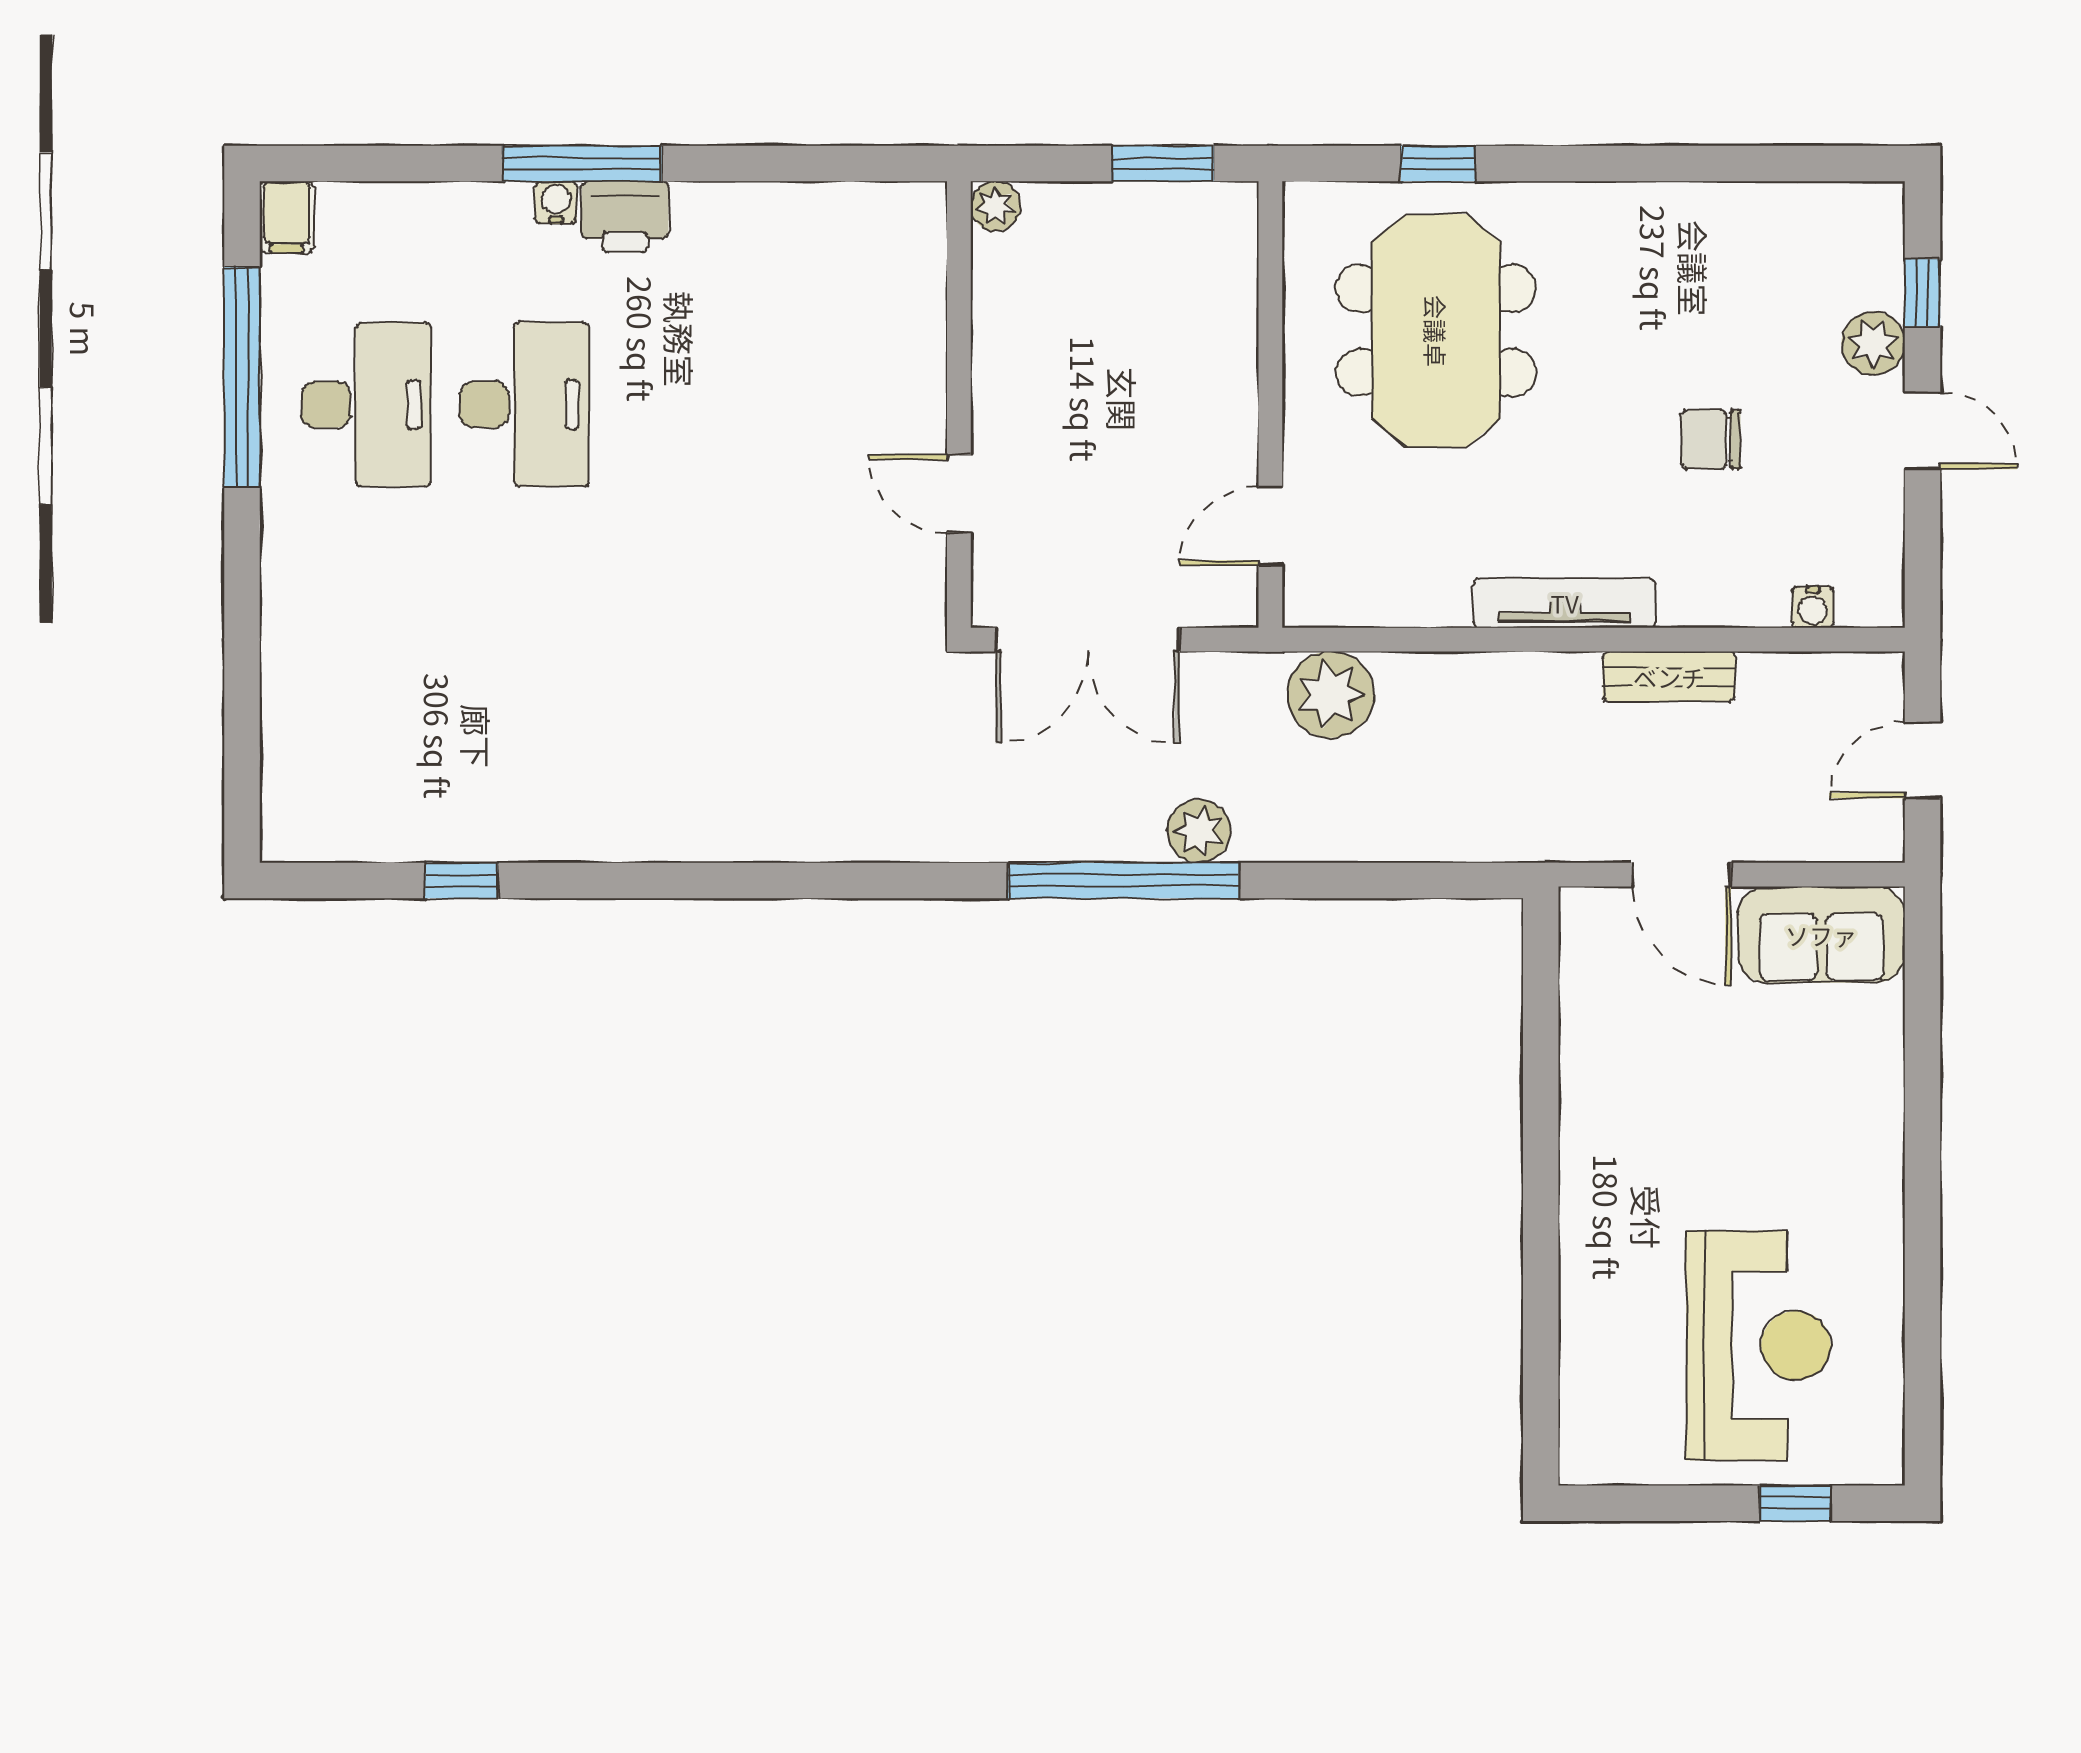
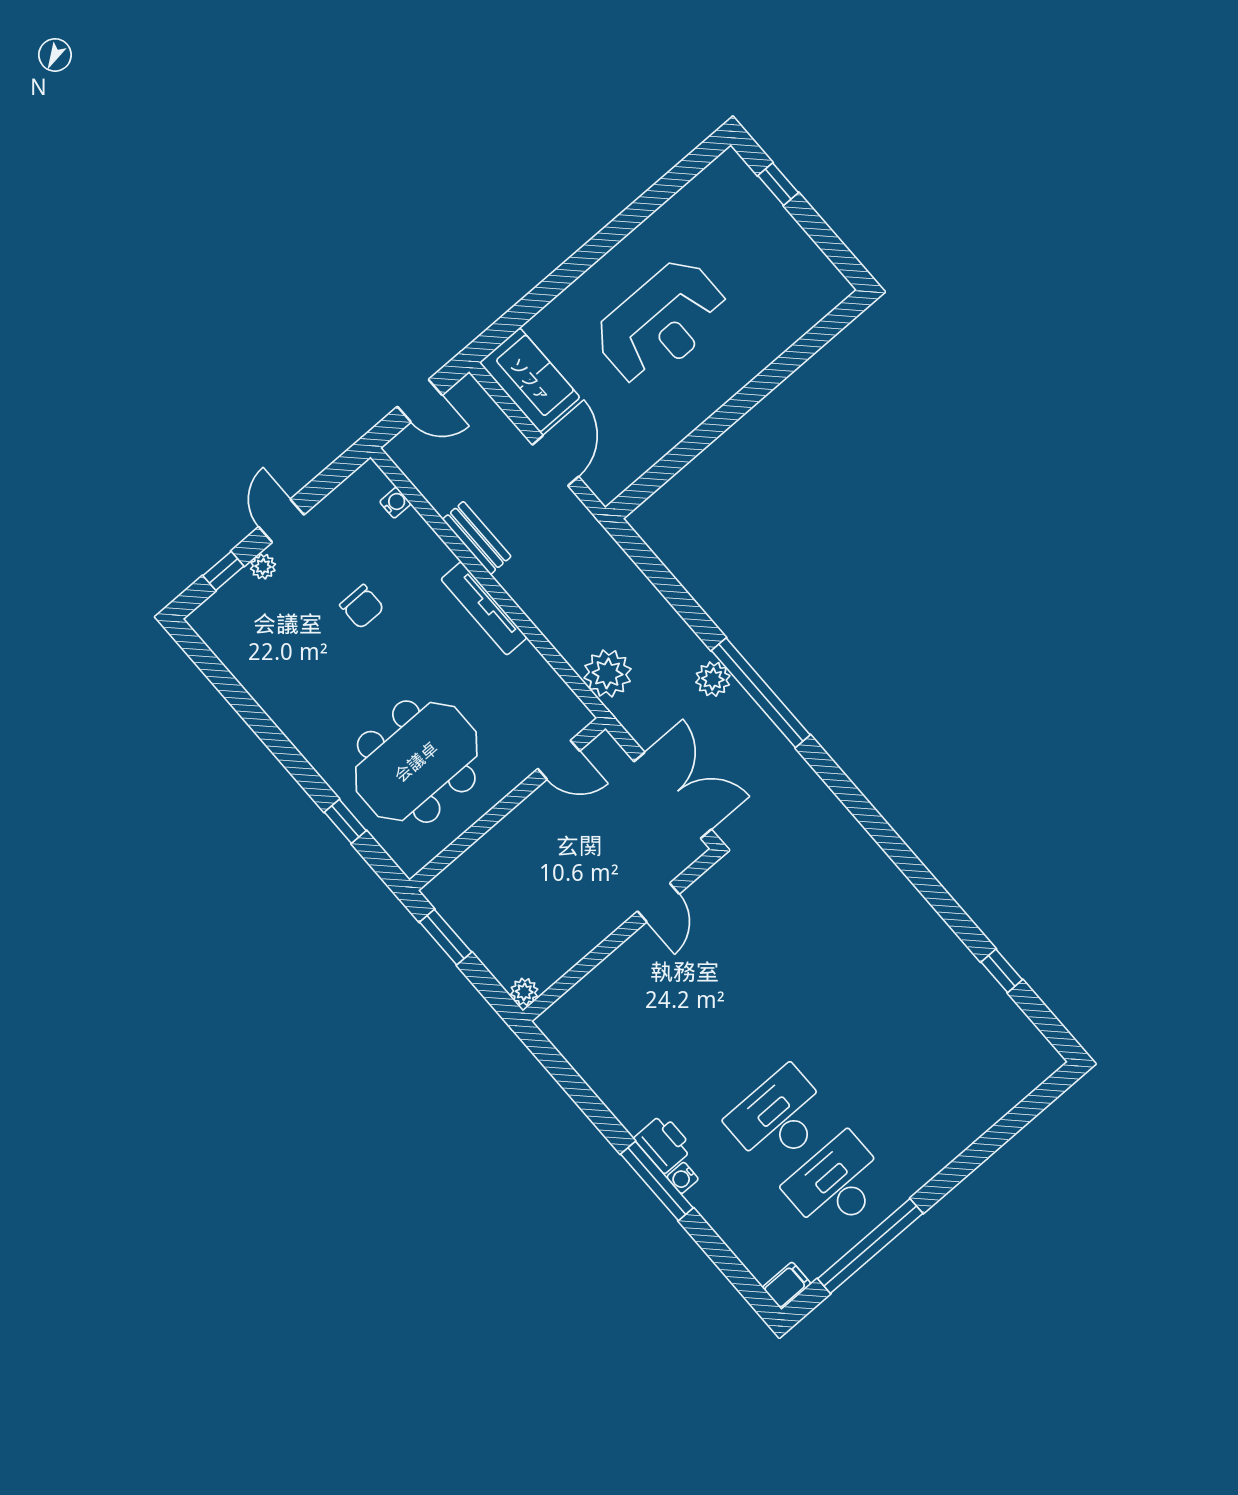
plant: (1873, 343) -> (263, 567), width x0.73, depth x0.73
reception desk: (1758, 1346) -> (662, 323), moved, turned 180

